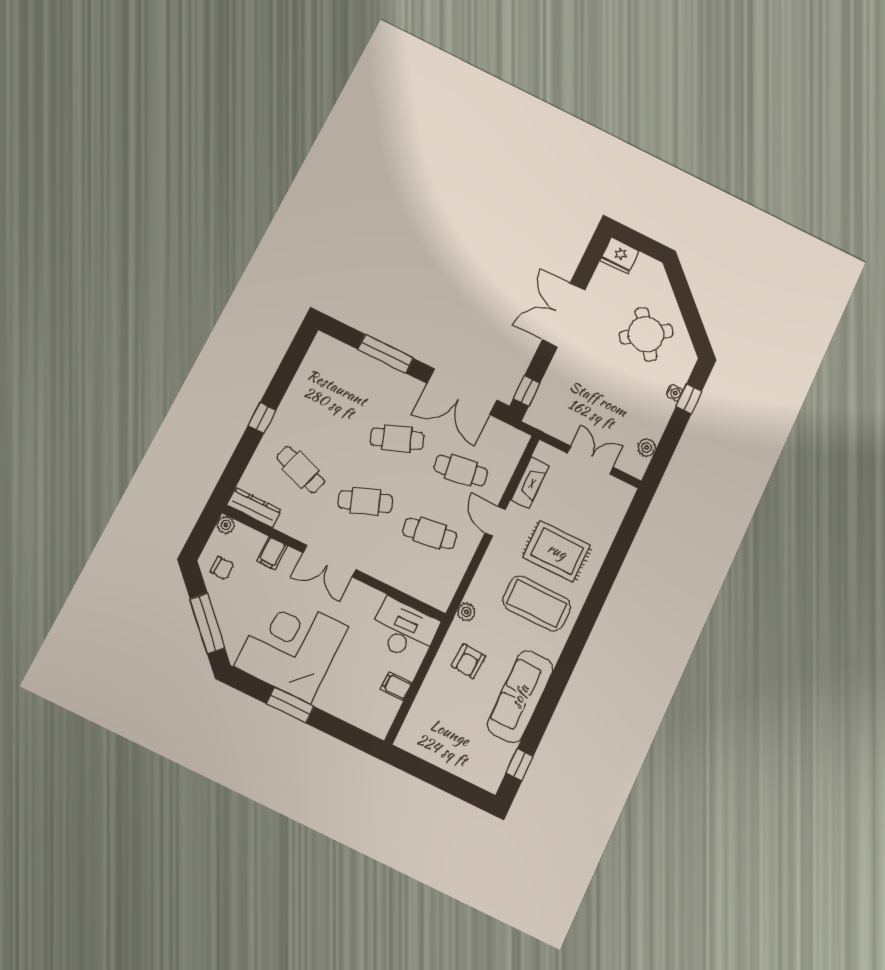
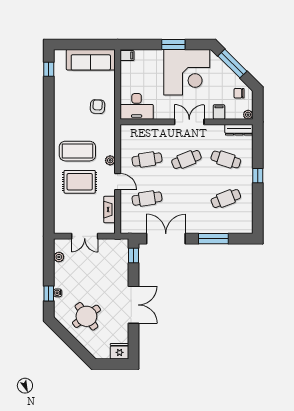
cafe table: (397, 439) -> (226, 199), moved
plant: (466, 612) -> (110, 160), moved
filing cabinet: (396, 686) -> (127, 56), moved
sofa: (520, 696) -> (91, 60), moved, turned 90

